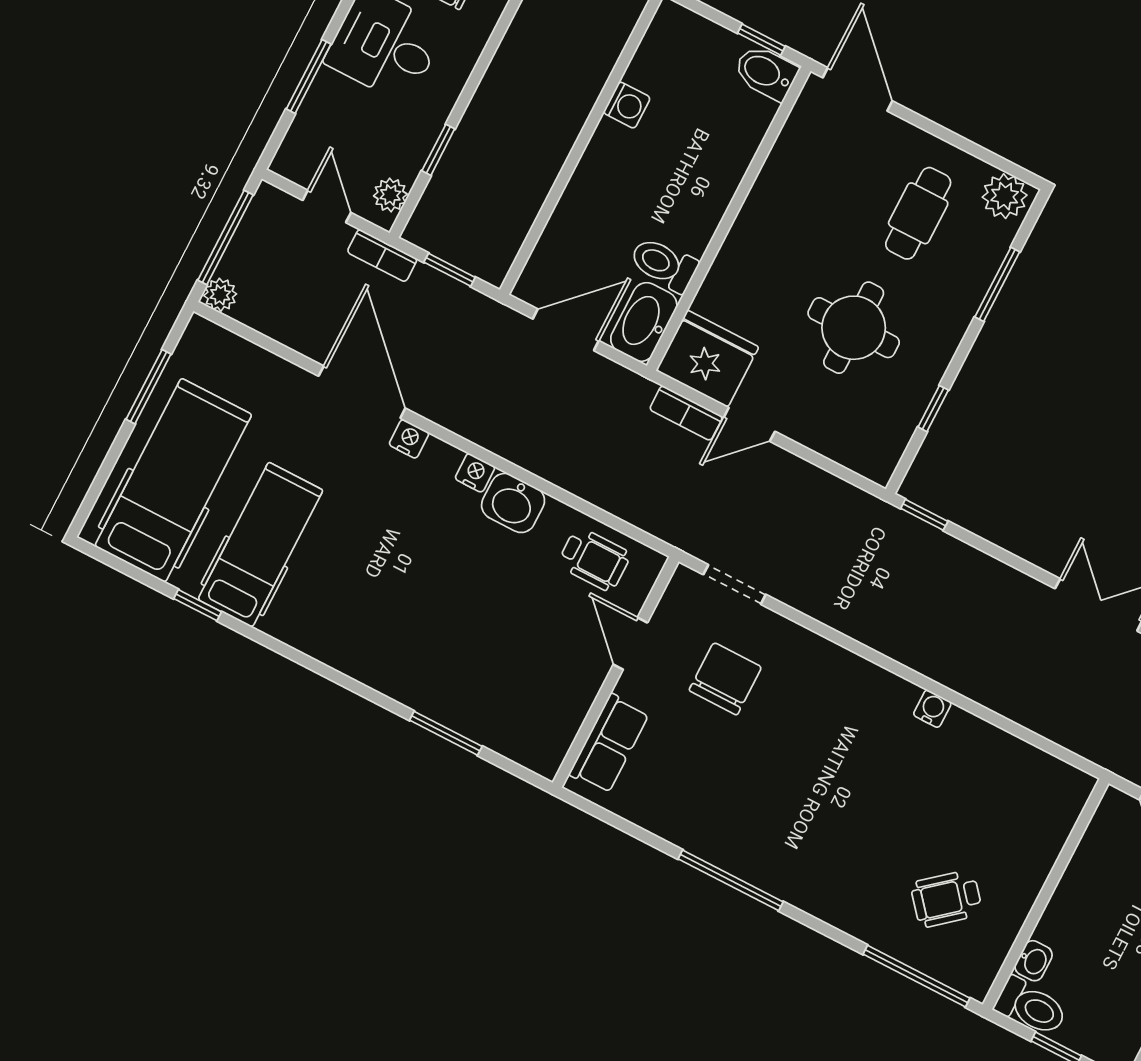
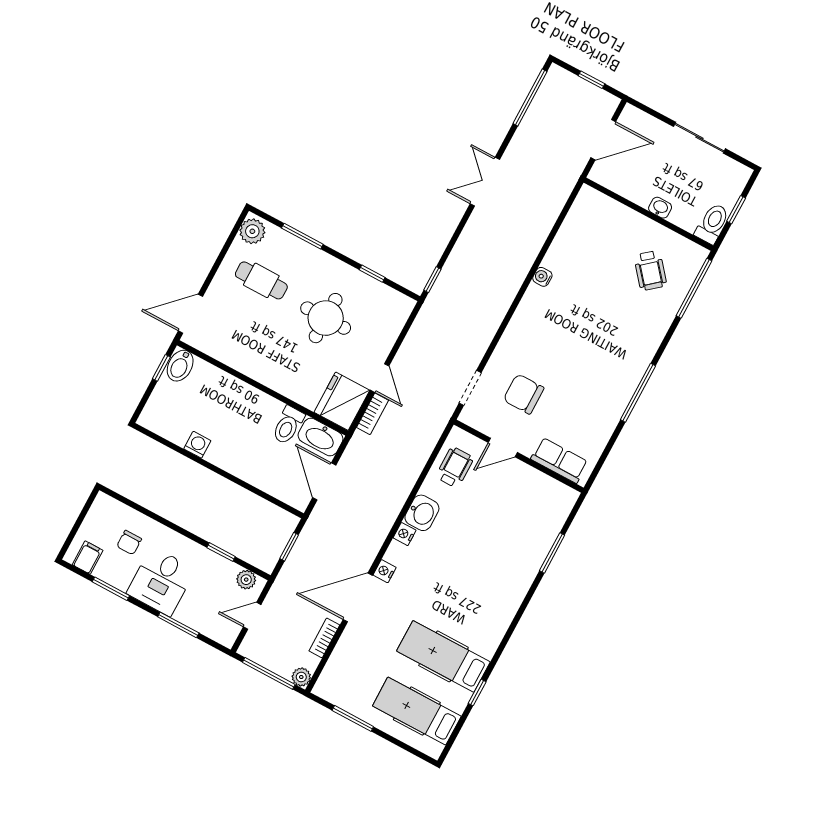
bookcase: (382, 256) -> (324, 638), moved, turned 180
hospital bed: (173, 480) -> (417, 711), width x0.73, depth x0.78
washbasin: (1034, 961) -> (660, 208), moved

